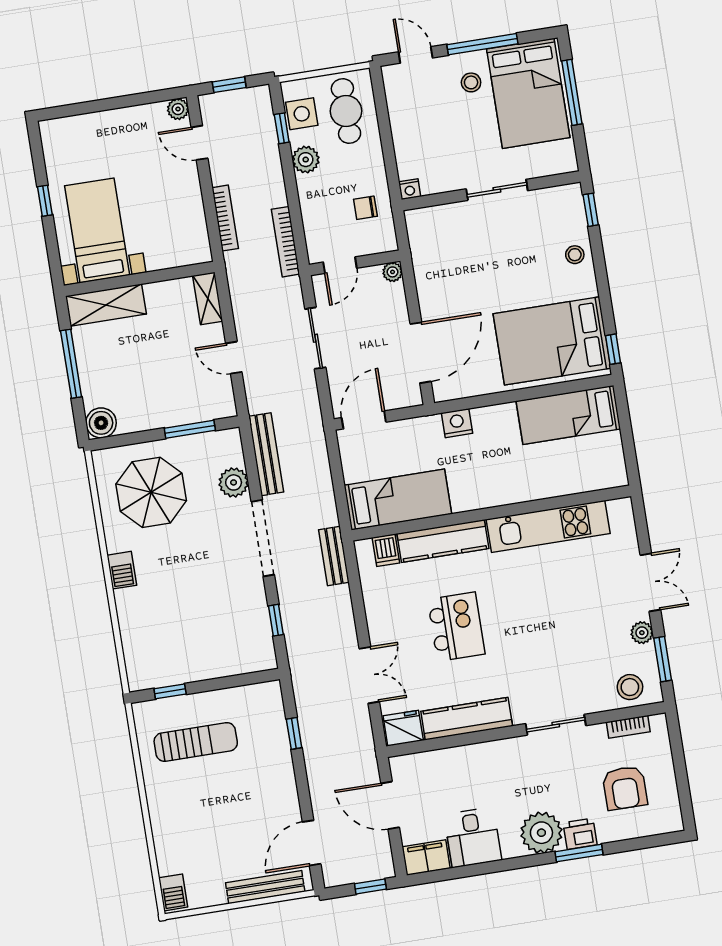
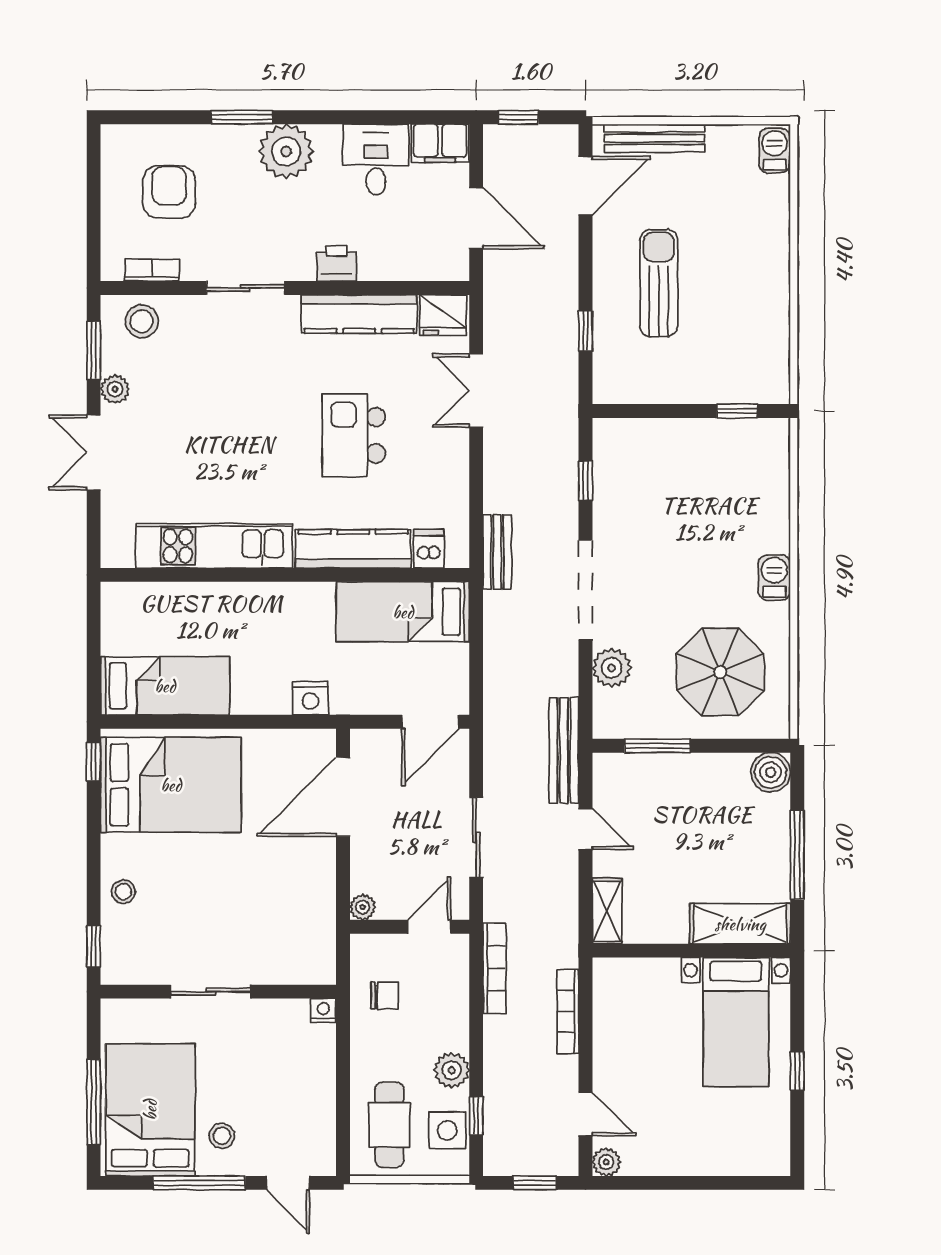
bench: (266, 454) -> (564, 750), moved
sun lounger: (196, 742) -> (659, 283), moved, turned 90
printer: (580, 834) -> (337, 263), moved, turned 180

